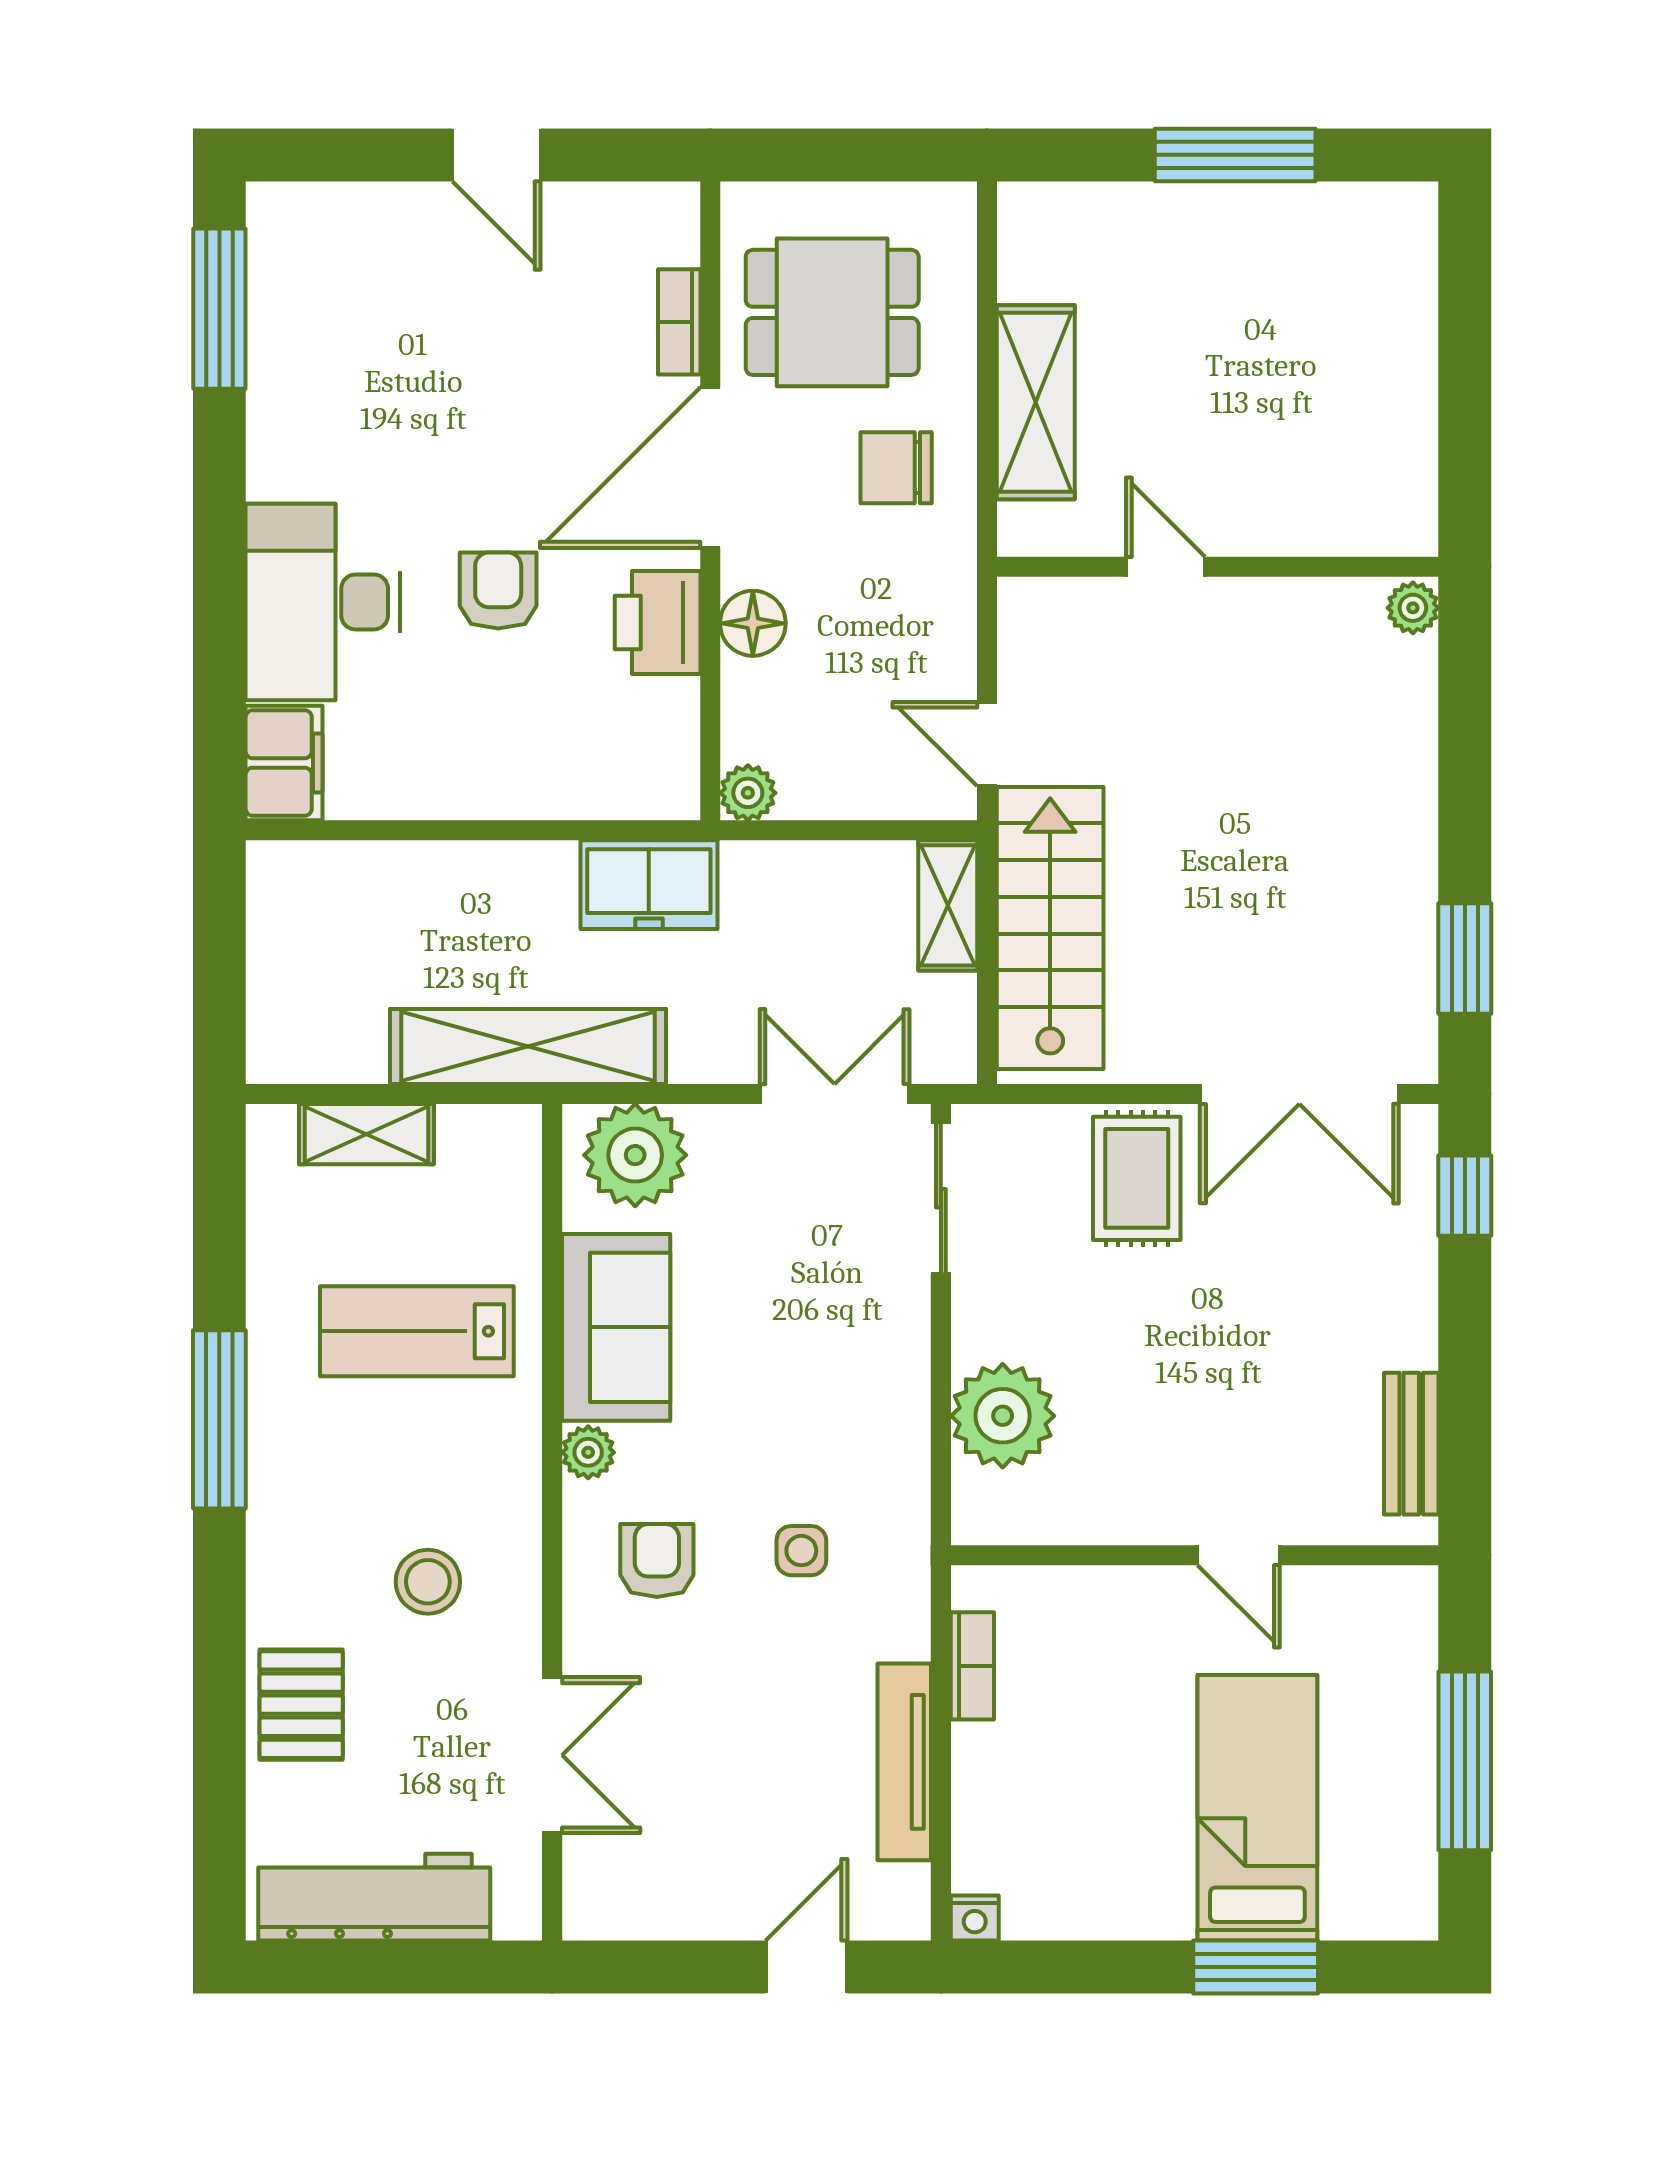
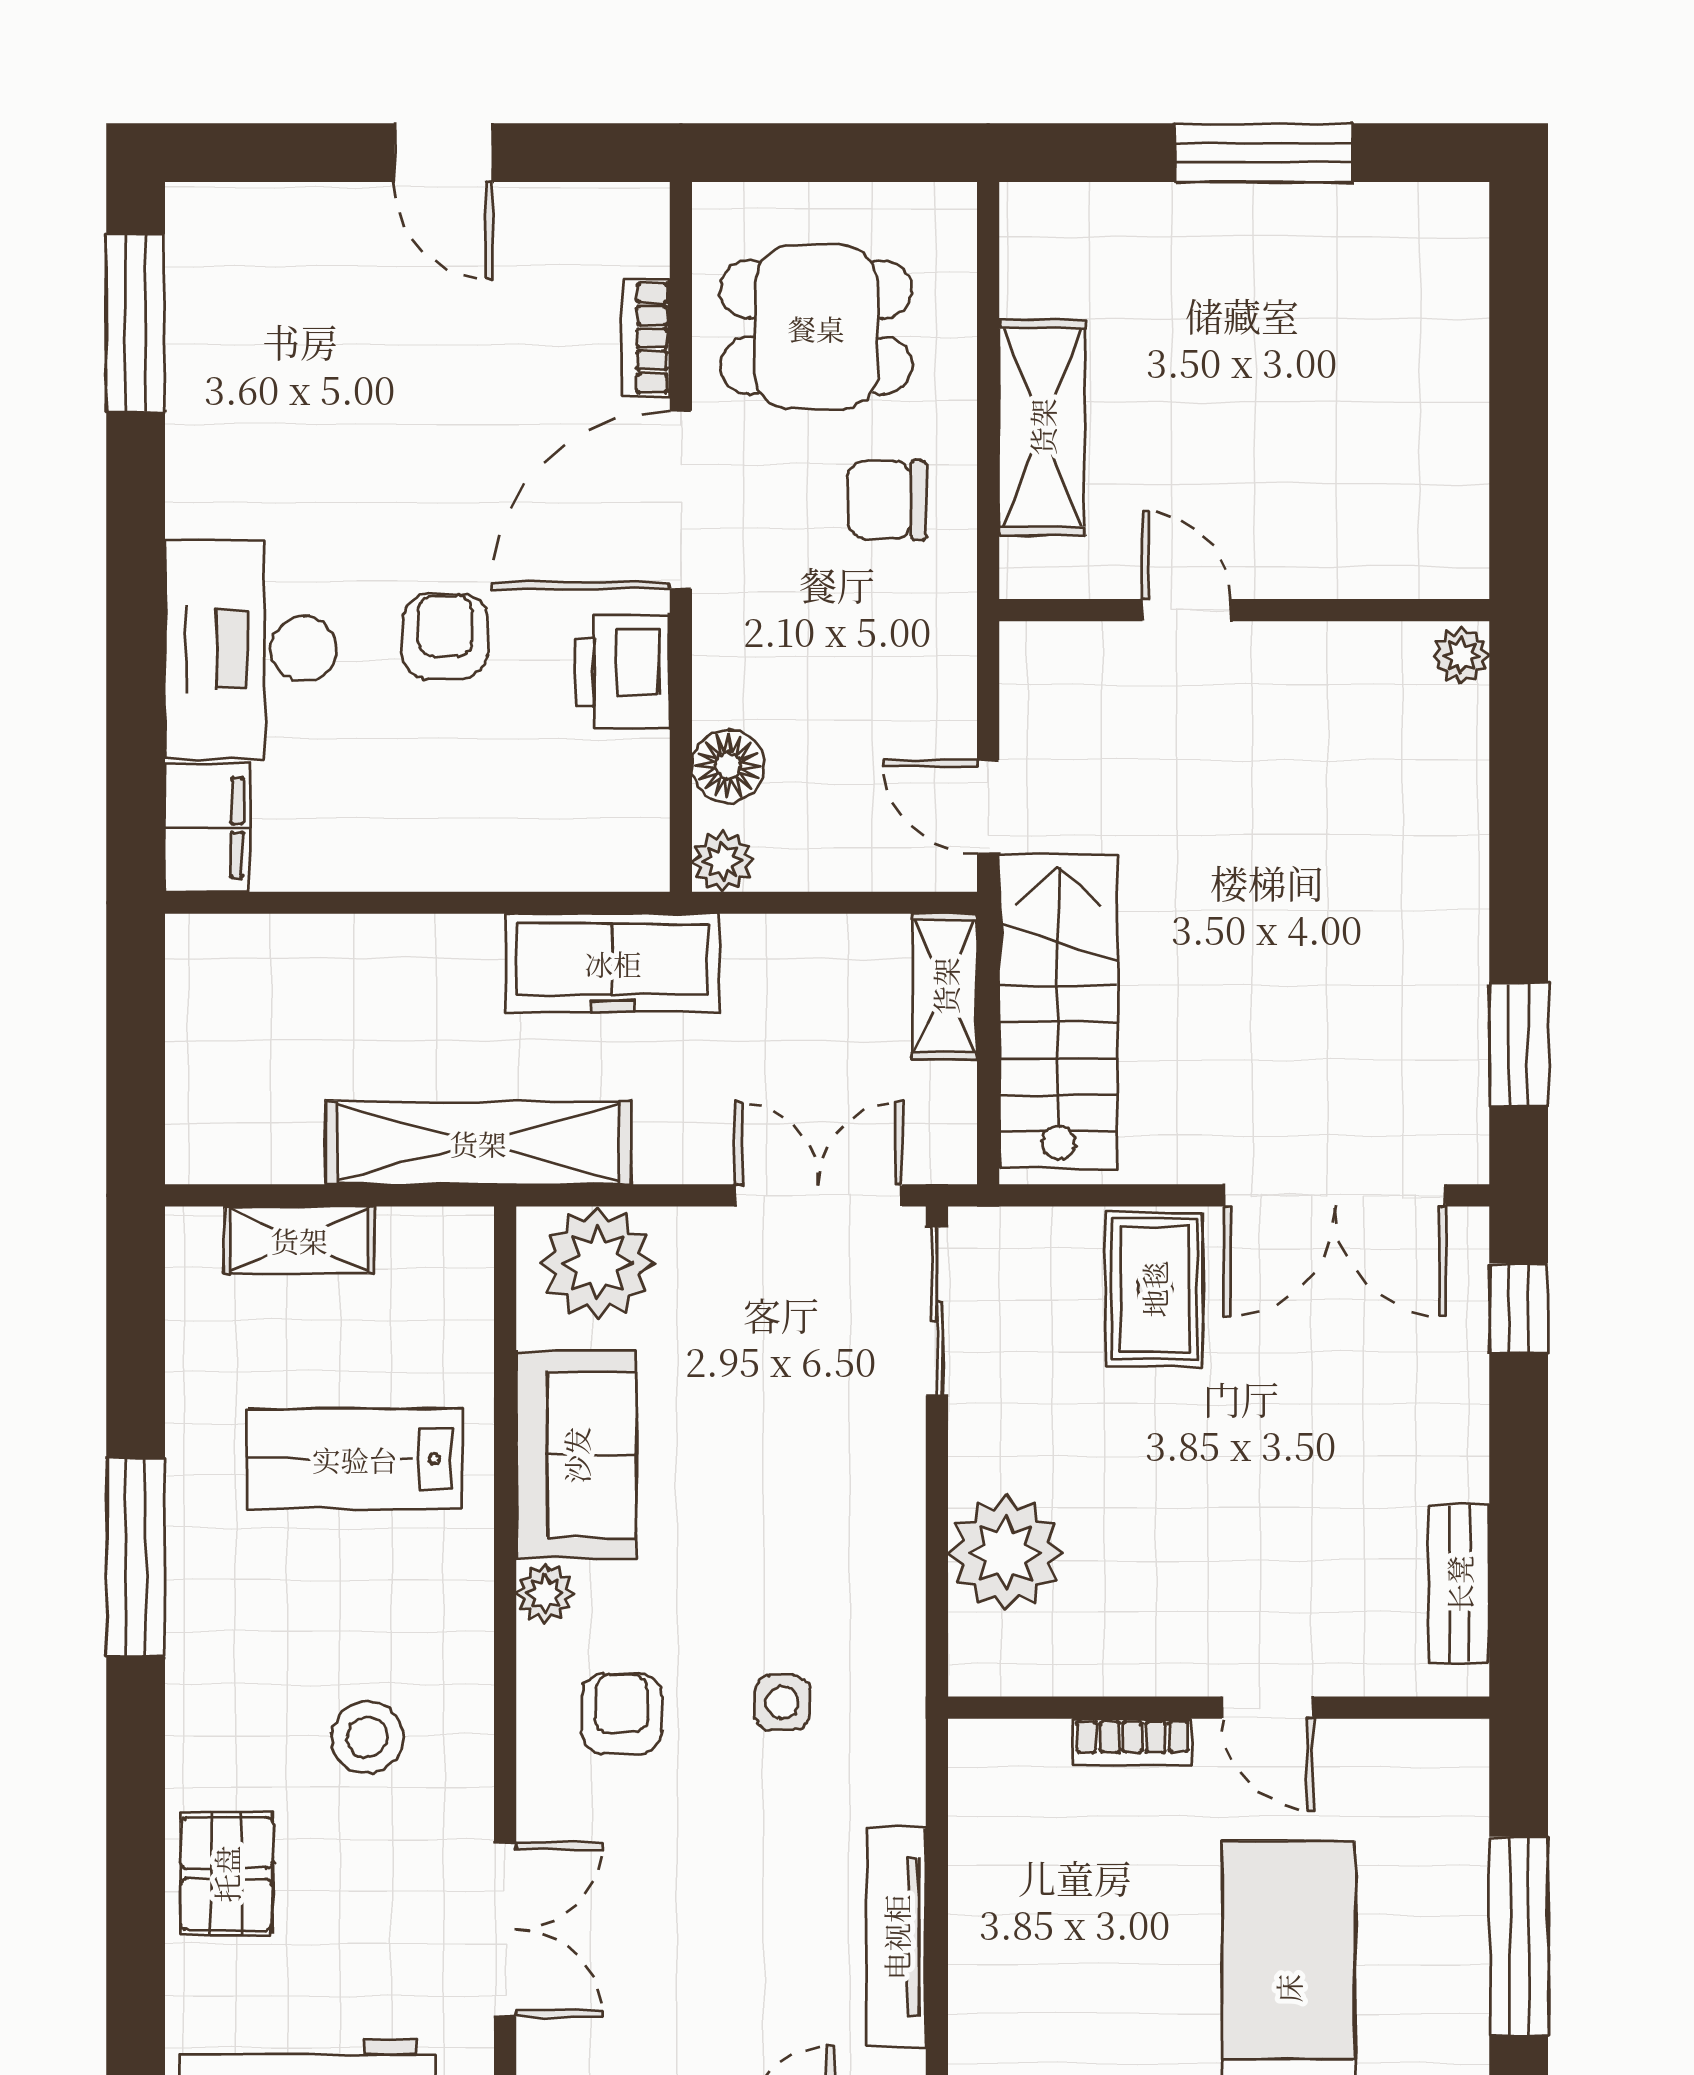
floor lamp: (753, 623) -> (728, 766), moved
freezer: (649, 885) -> (613, 963), width x1.40
bookcase: (972, 1666) -> (1132, 1743), moved, turned 90

